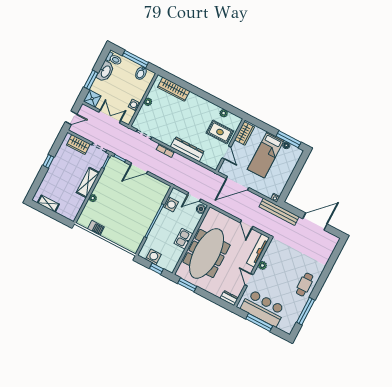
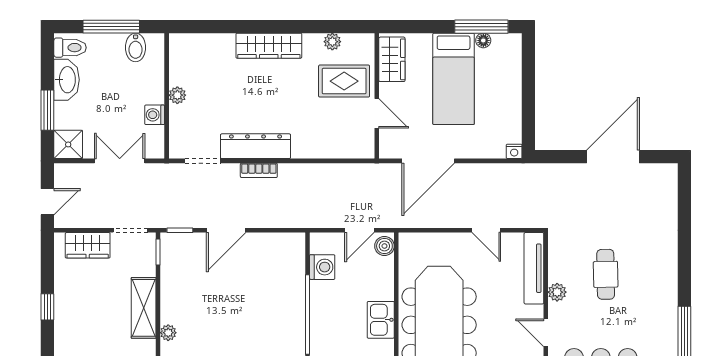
wardrobe: (174, 89) -> (269, 46), moved
dresser: (187, 149) -> (256, 146), moved
bench: (279, 212) -> (535, 174), removed
cafe table: (305, 285) -> (606, 274), moved

